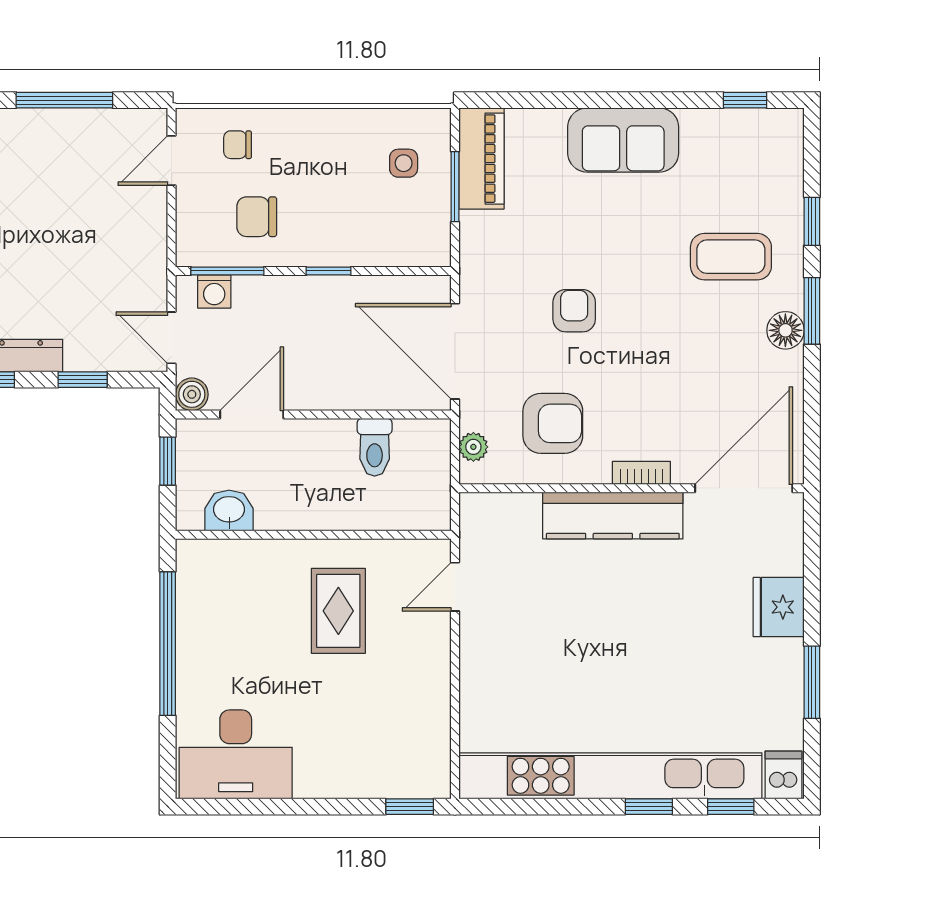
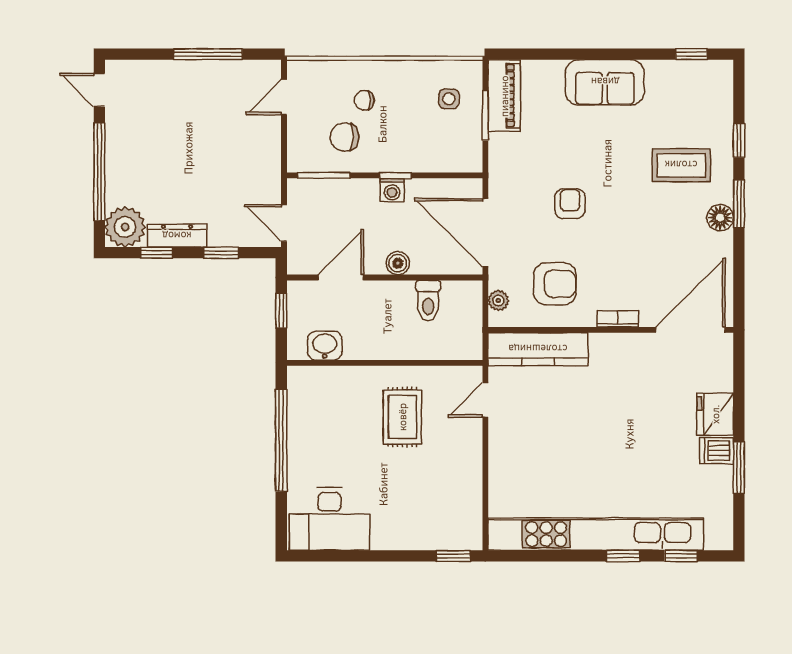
chair: (238, 145) -> (364, 100), moved
washing machine: (214, 291) -> (392, 190), moved
boiler: (192, 394) -> (398, 263), moved
kitchen counter: (613, 516) -> (538, 349), moved
dishwasher: (784, 775) -> (717, 451), moved, turned -90

